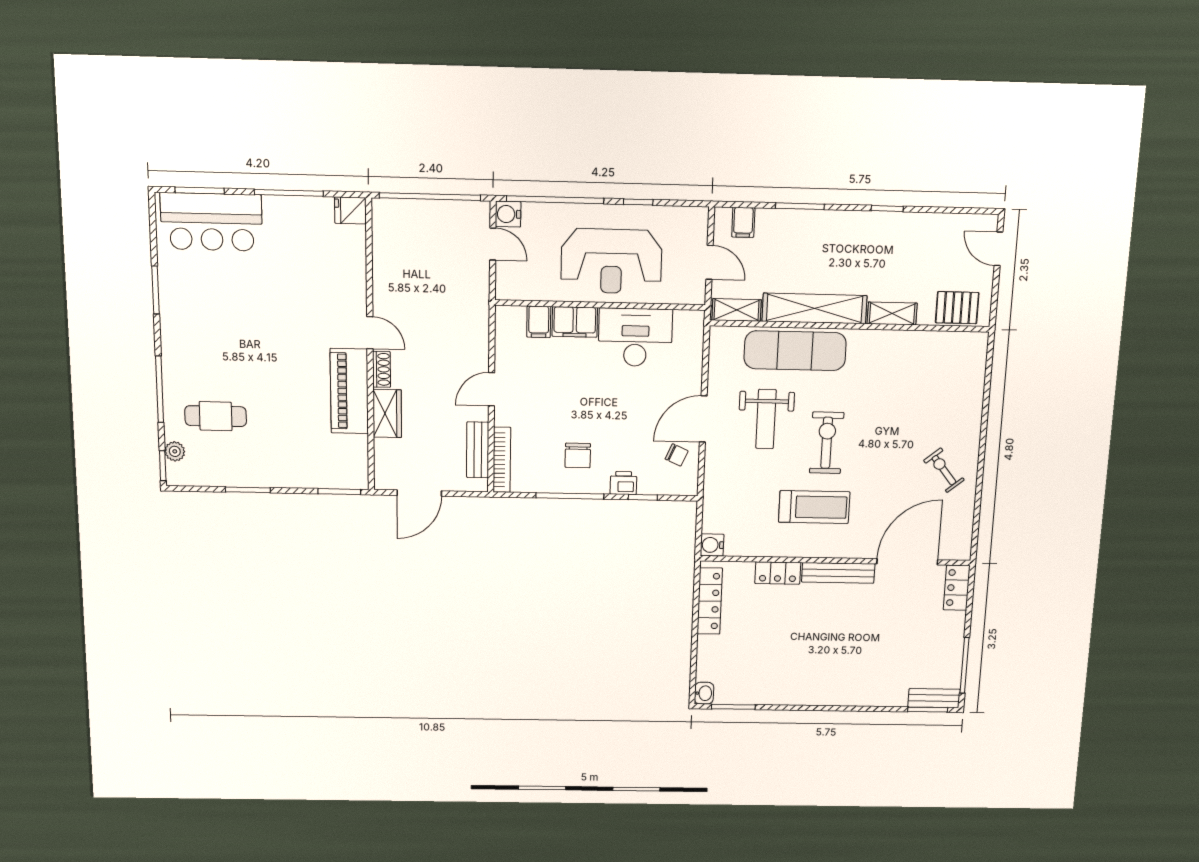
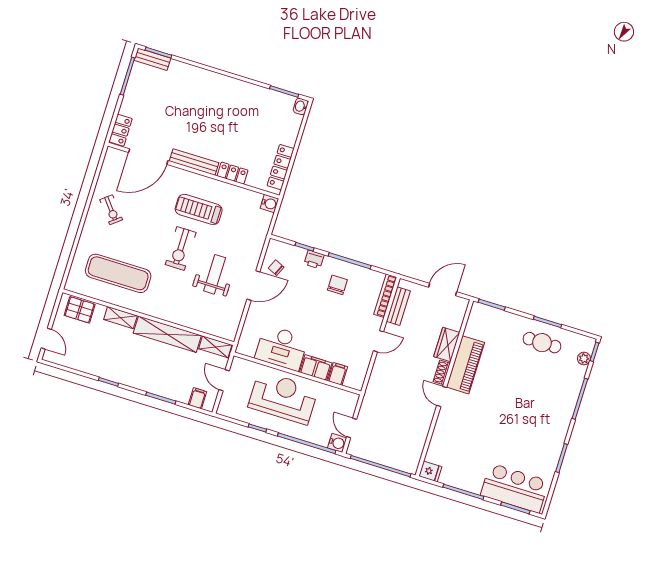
exercise mat: (795, 351) -> (118, 273), moved
cafe table: (216, 416) -> (542, 343), moved

